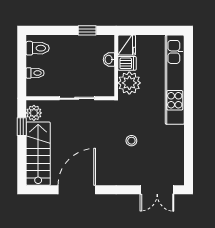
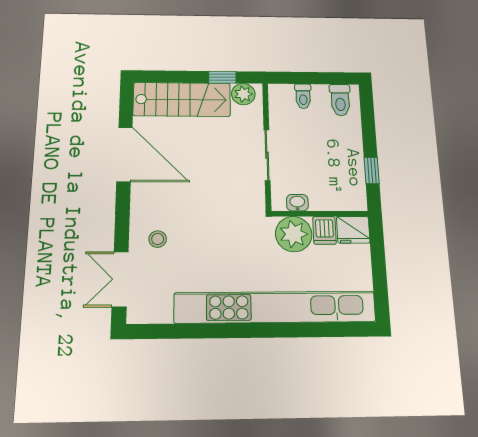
washbasin: (109, 59) -> (297, 203), moved
kitchen unit: (175, 80) -> (275, 307), width x1.36
stool: (131, 141) -> (158, 239), moved

